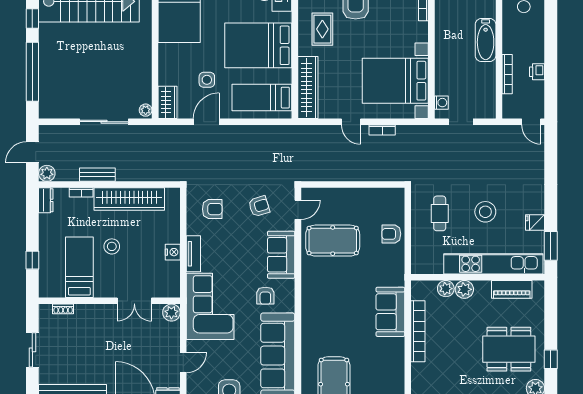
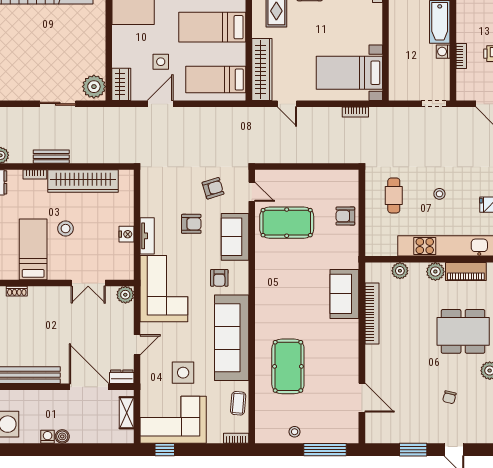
bed: (258, 45) -> (212, 27), width x0.67
bookcase: (507, 74) -> (461, 56), width x0.64
bed with nightstands: (395, 81) -> (349, 73), width x0.73
washing machine: (441, 103) -> (443, 52), moved, turned 180
plant: (146, 110) -> (94, 87), width x1.88, depth x1.88
sliding door: (104, 122) -> (58, 104), width x0.73
door: (351, 122) -> (287, 104), moved
doorway: (461, 122) -> (434, 104), moved
bookcase: (382, 130) -> (355, 112), moved
armchair: (212, 209) -> (191, 224), moved
door: (298, 210) -> (252, 192), hinge flipped
stool: (485, 212) -> (439, 194), width x0.53, depth x0.53
plant: (464, 289) -> (435, 272), moved

